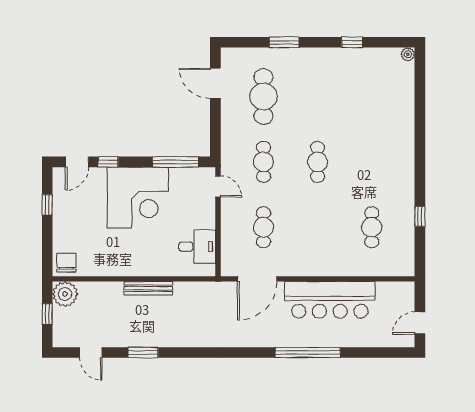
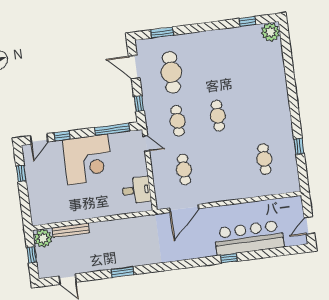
window: (284, 42) -> (162, 33), moved
window: (352, 42) -> (247, 21), moved
plant: (408, 54) -> (271, 32), width x1.87, depth x1.87
window: (215, 132) -> (139, 104), added
chair: (66, 263) -> (41, 215), removed
bench: (148, 288) -> (71, 230), moved
bar counter: (330, 300) -> (249, 238), moved, turned 180
window: (143, 353) -> (122, 272), moved
window: (308, 353) -> (229, 258), width x0.32

